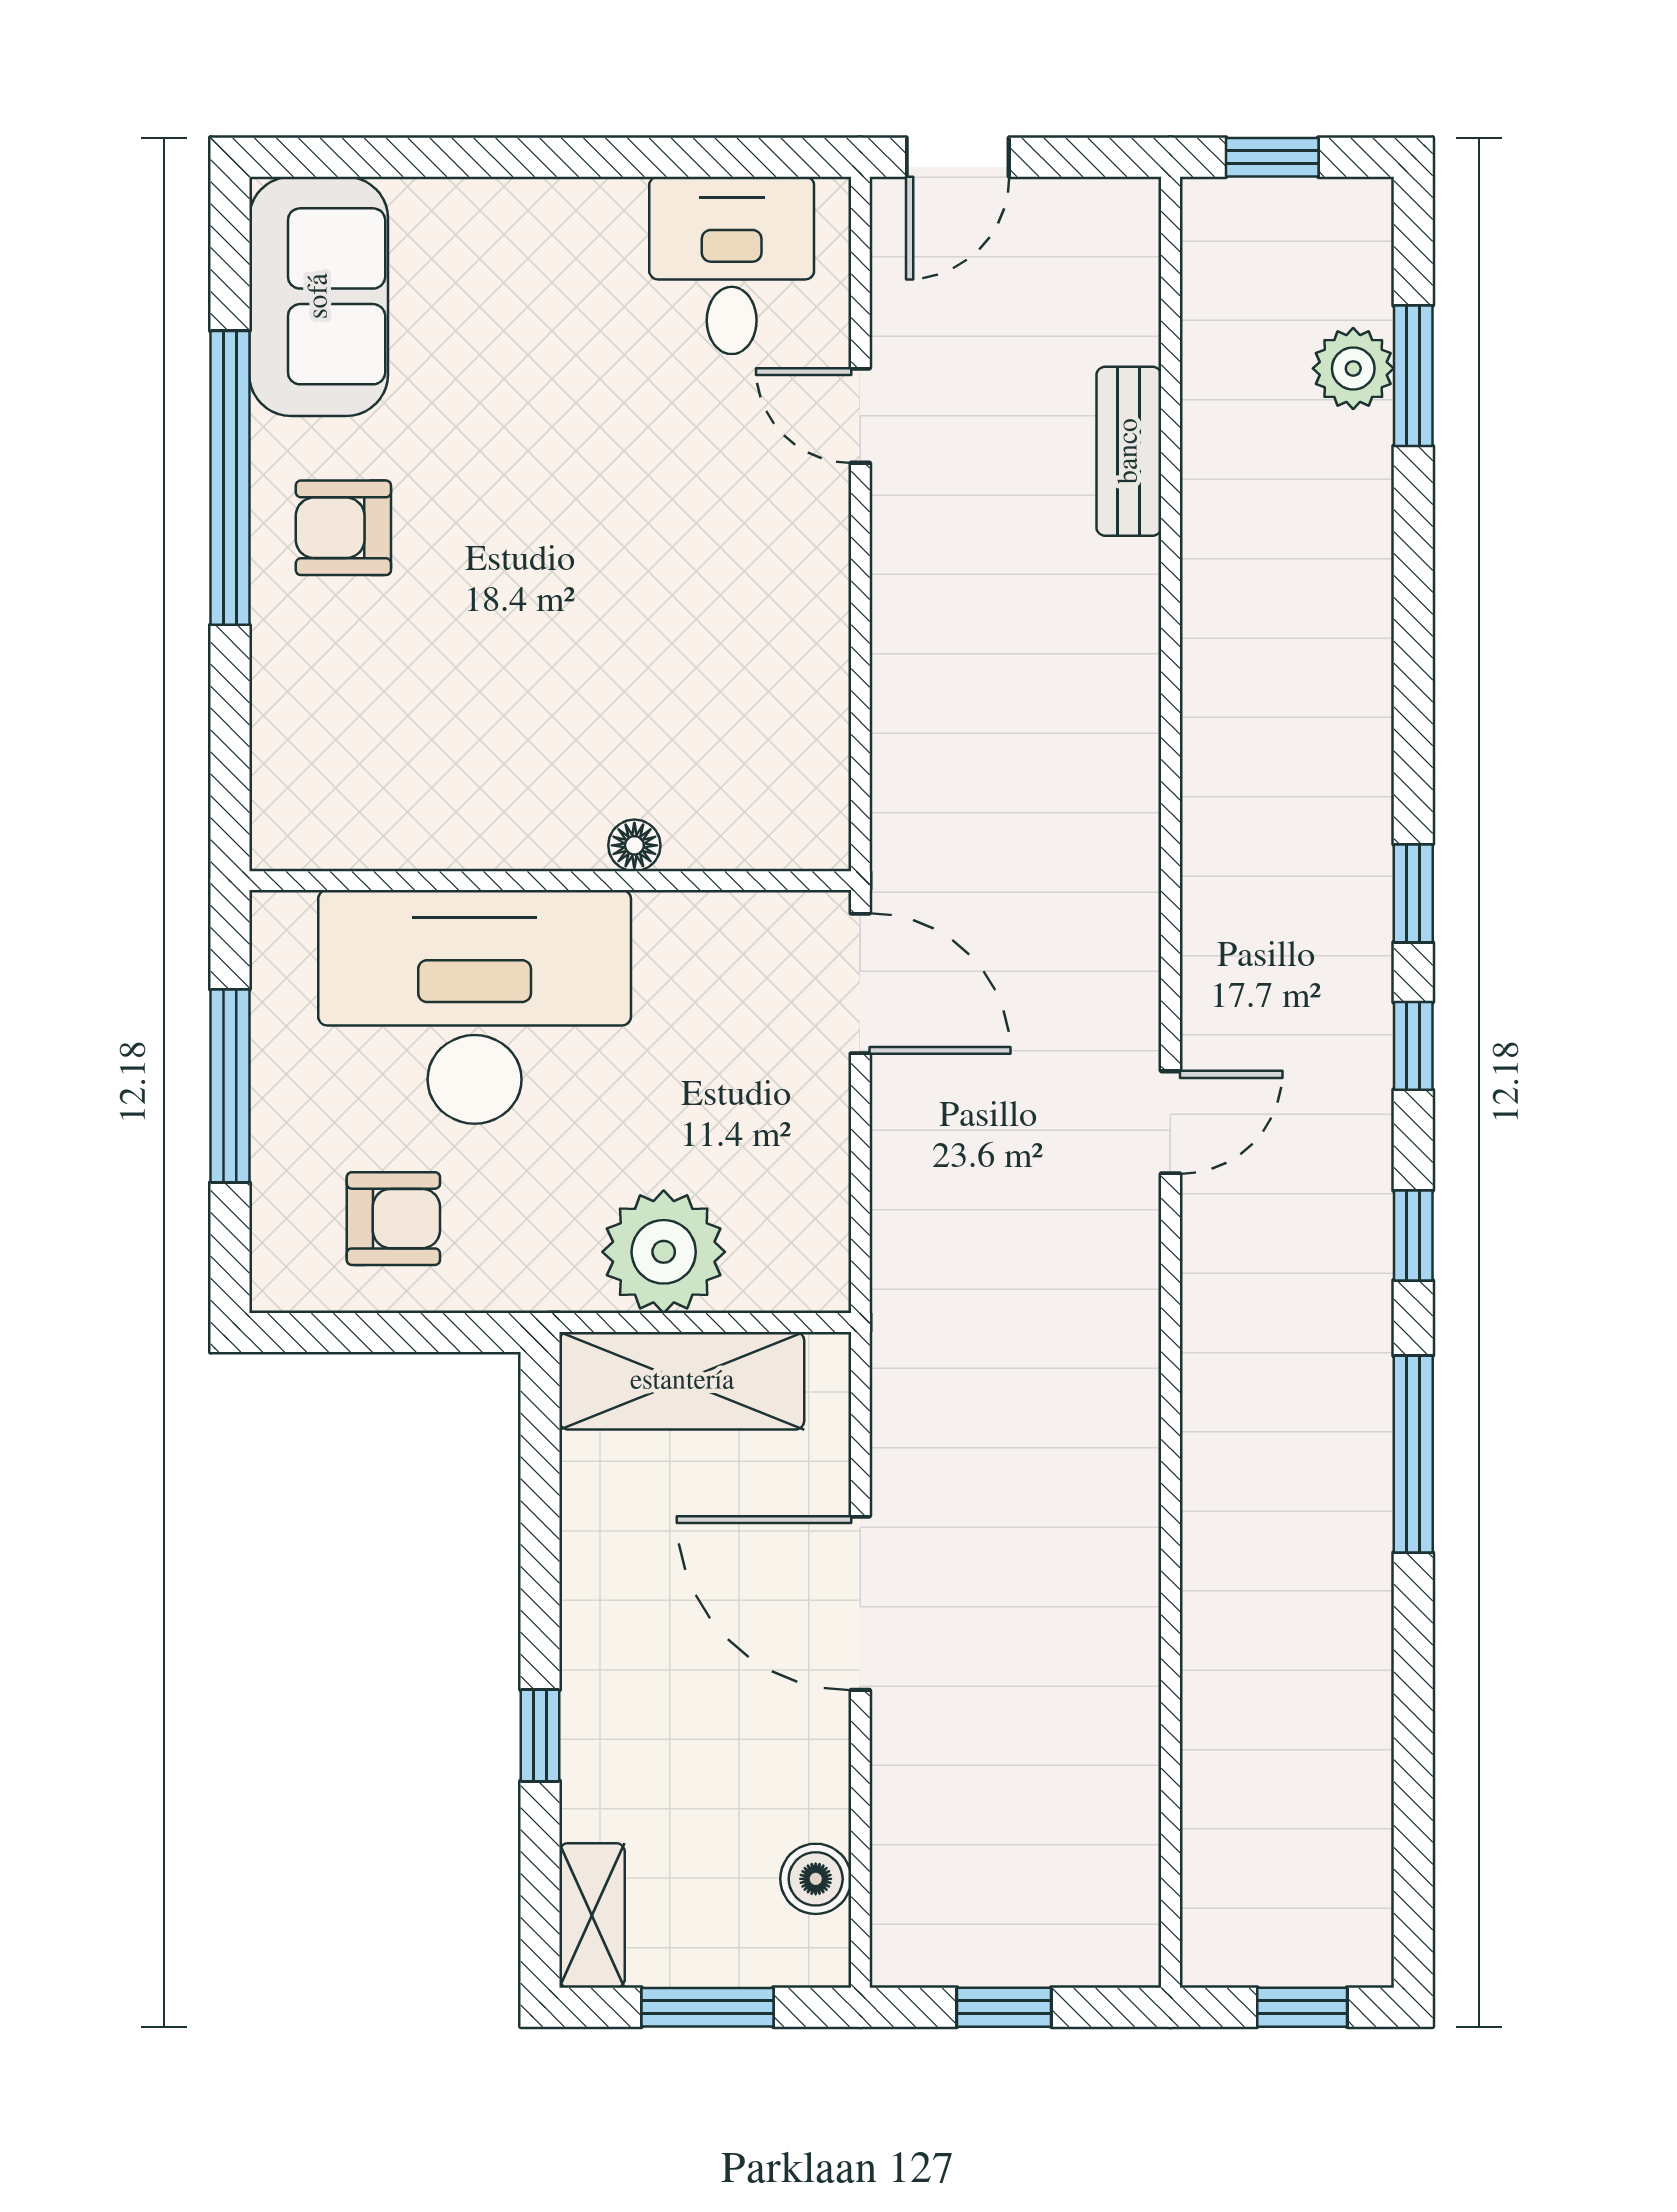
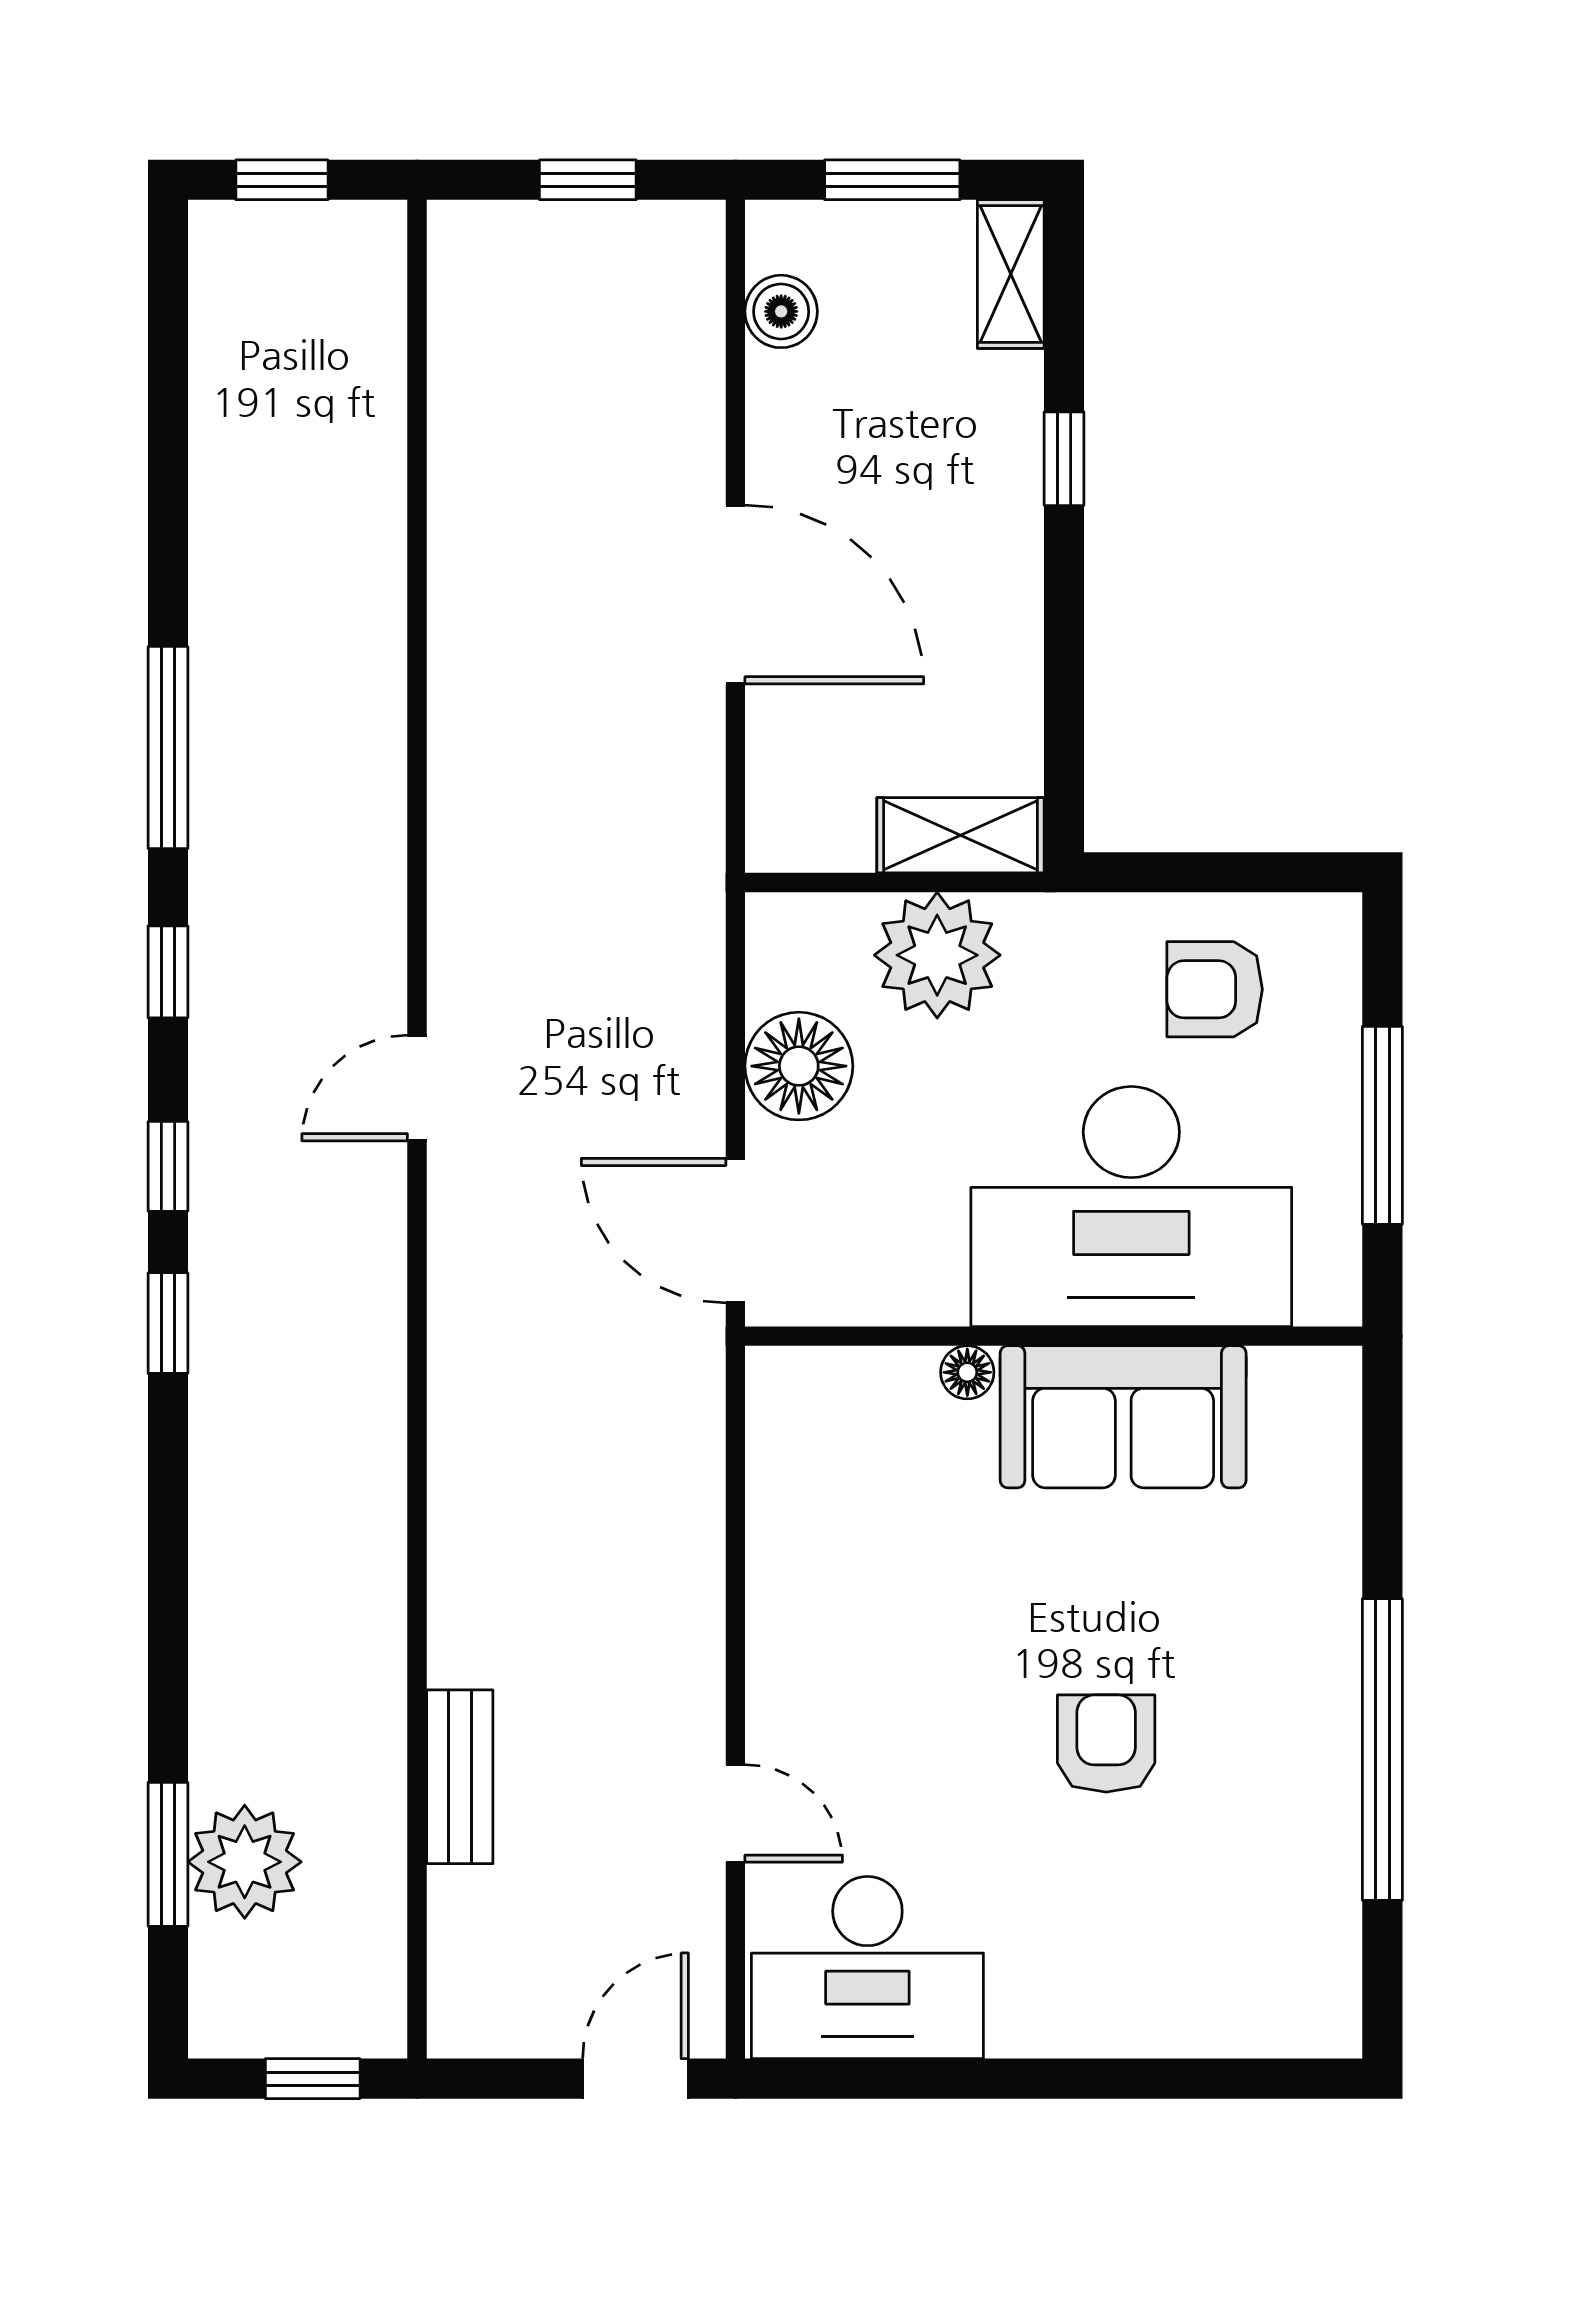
desk: (732, 265) -> (867, 1968), width x1.37
sofa: (319, 296) -> (1123, 1417), moved, turned -90
plant: (1353, 368) -> (245, 1862), width x1.36, depth x1.36
armchair: (343, 528) -> (1106, 1744), moved, turned -90
floor lamp: (798, 1144) -> (799, 1066), added
shelving: (682, 1381) -> (960, 835), width x0.67, depth x0.75

